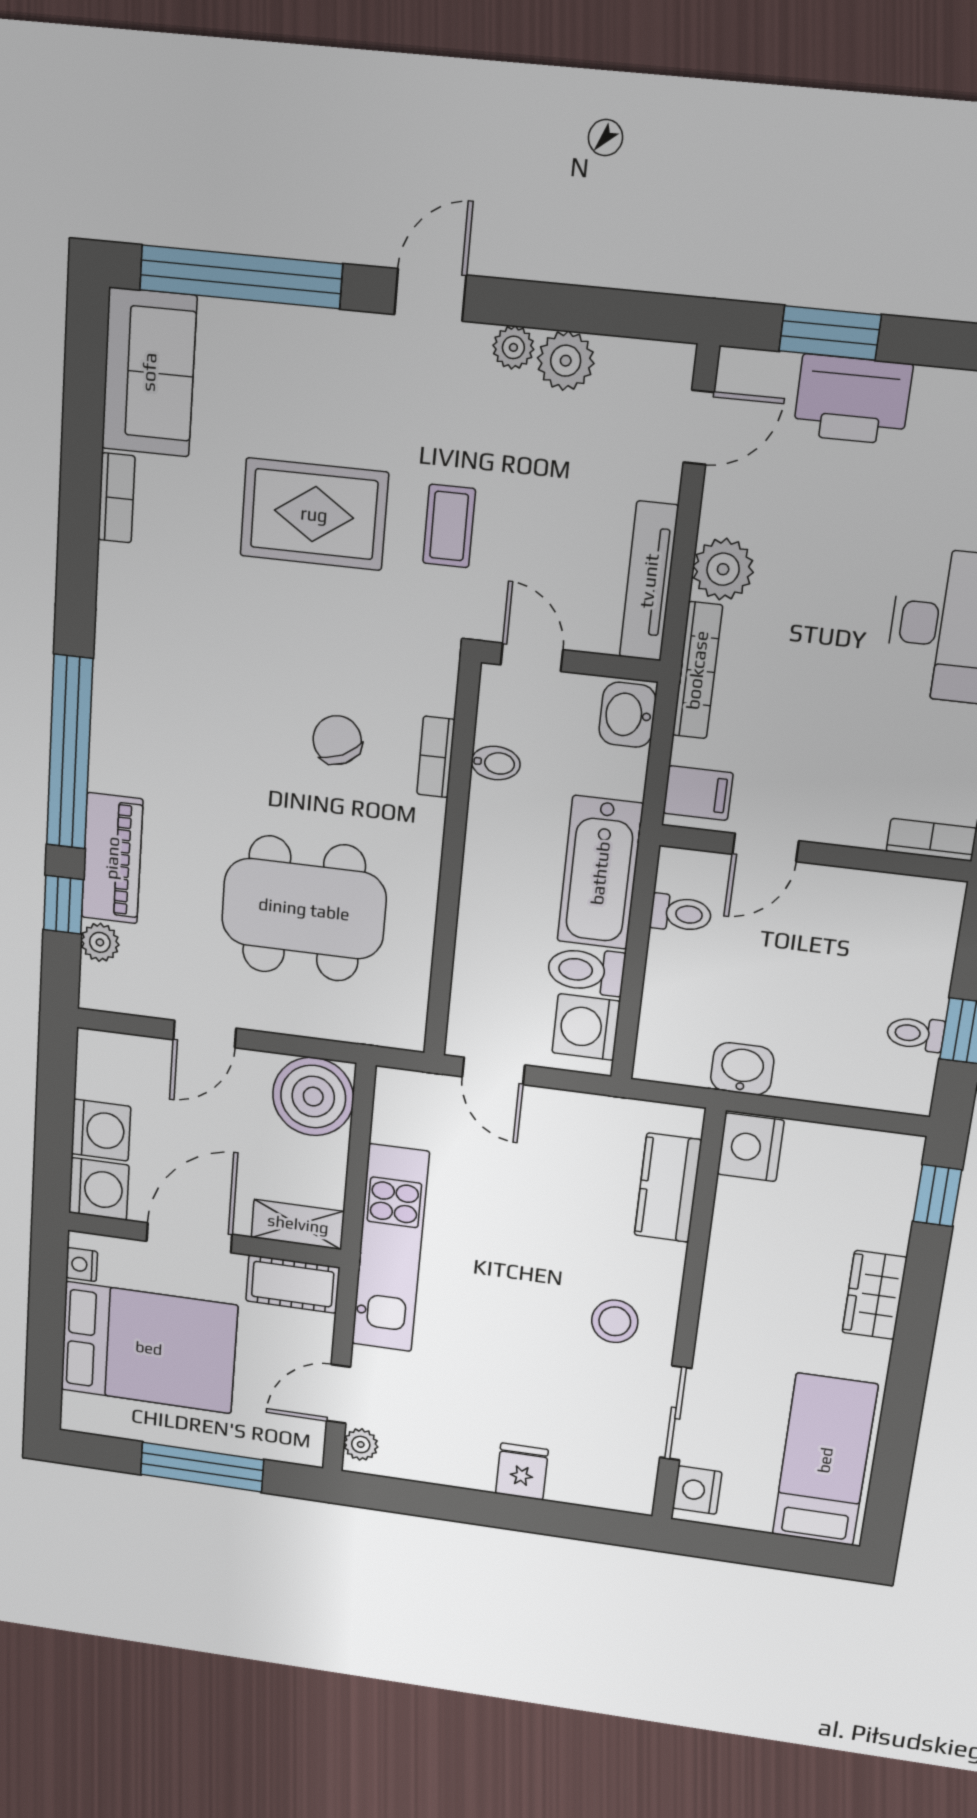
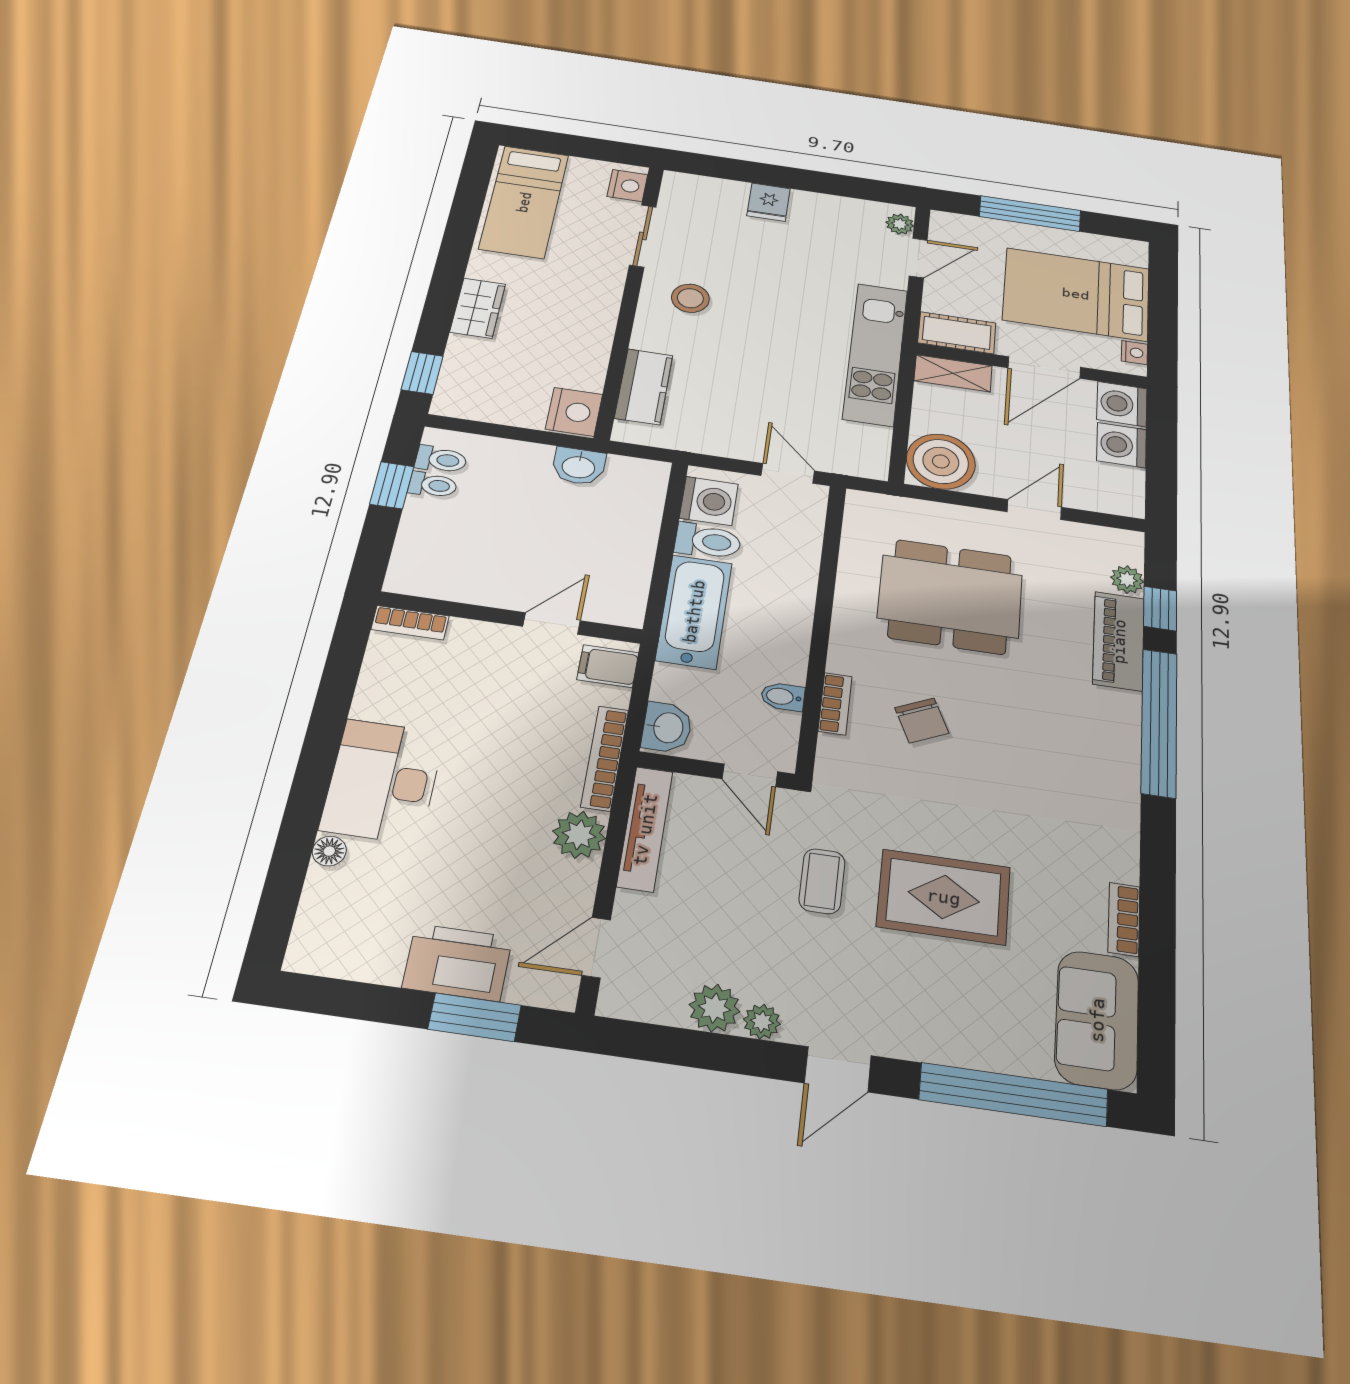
toilet: (681, 914) -> (441, 460), moved, turned 180

